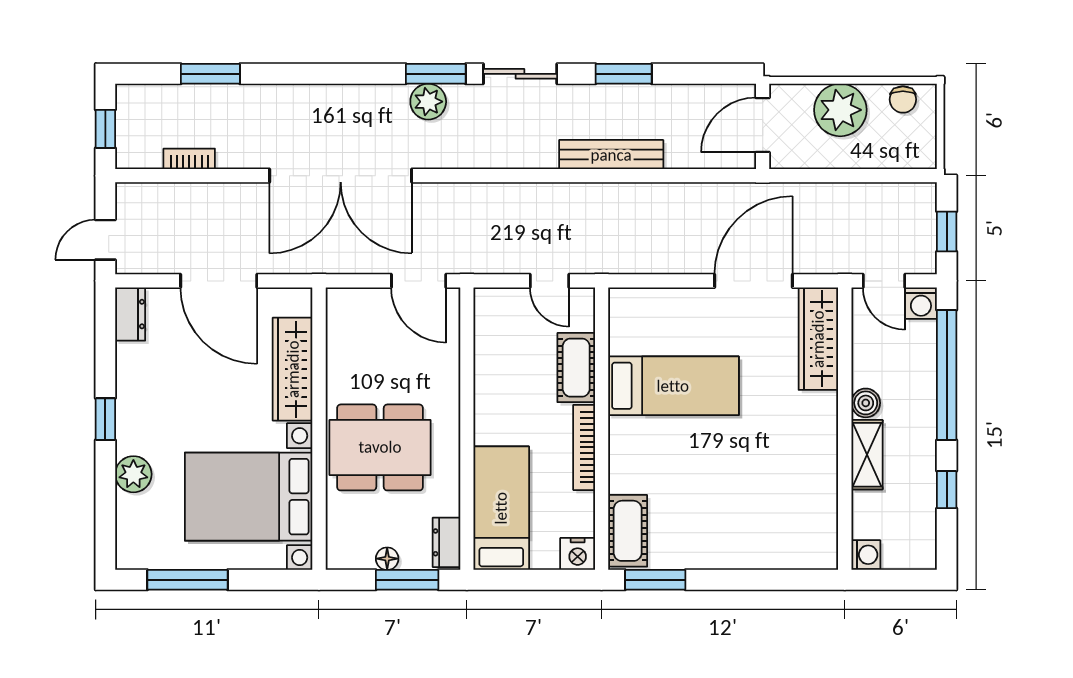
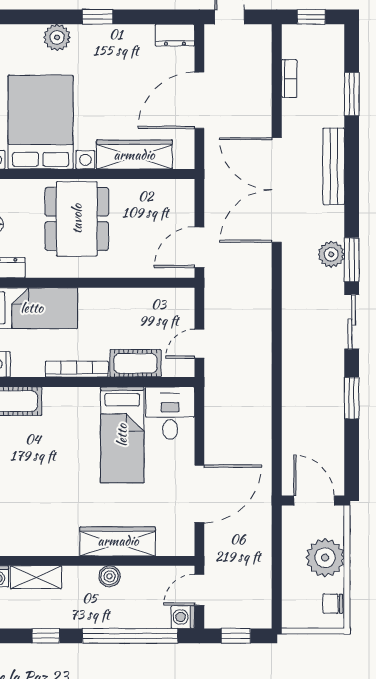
bench: (611, 155) -> (334, 166), moved
door: (753, 281) -> (199, 494), hinge flipped
desk: (644, 321) -> (170, 413), added
wardrobe: (818, 339) -> (118, 541), moved
shelving: (867, 455) -> (36, 577), moved

